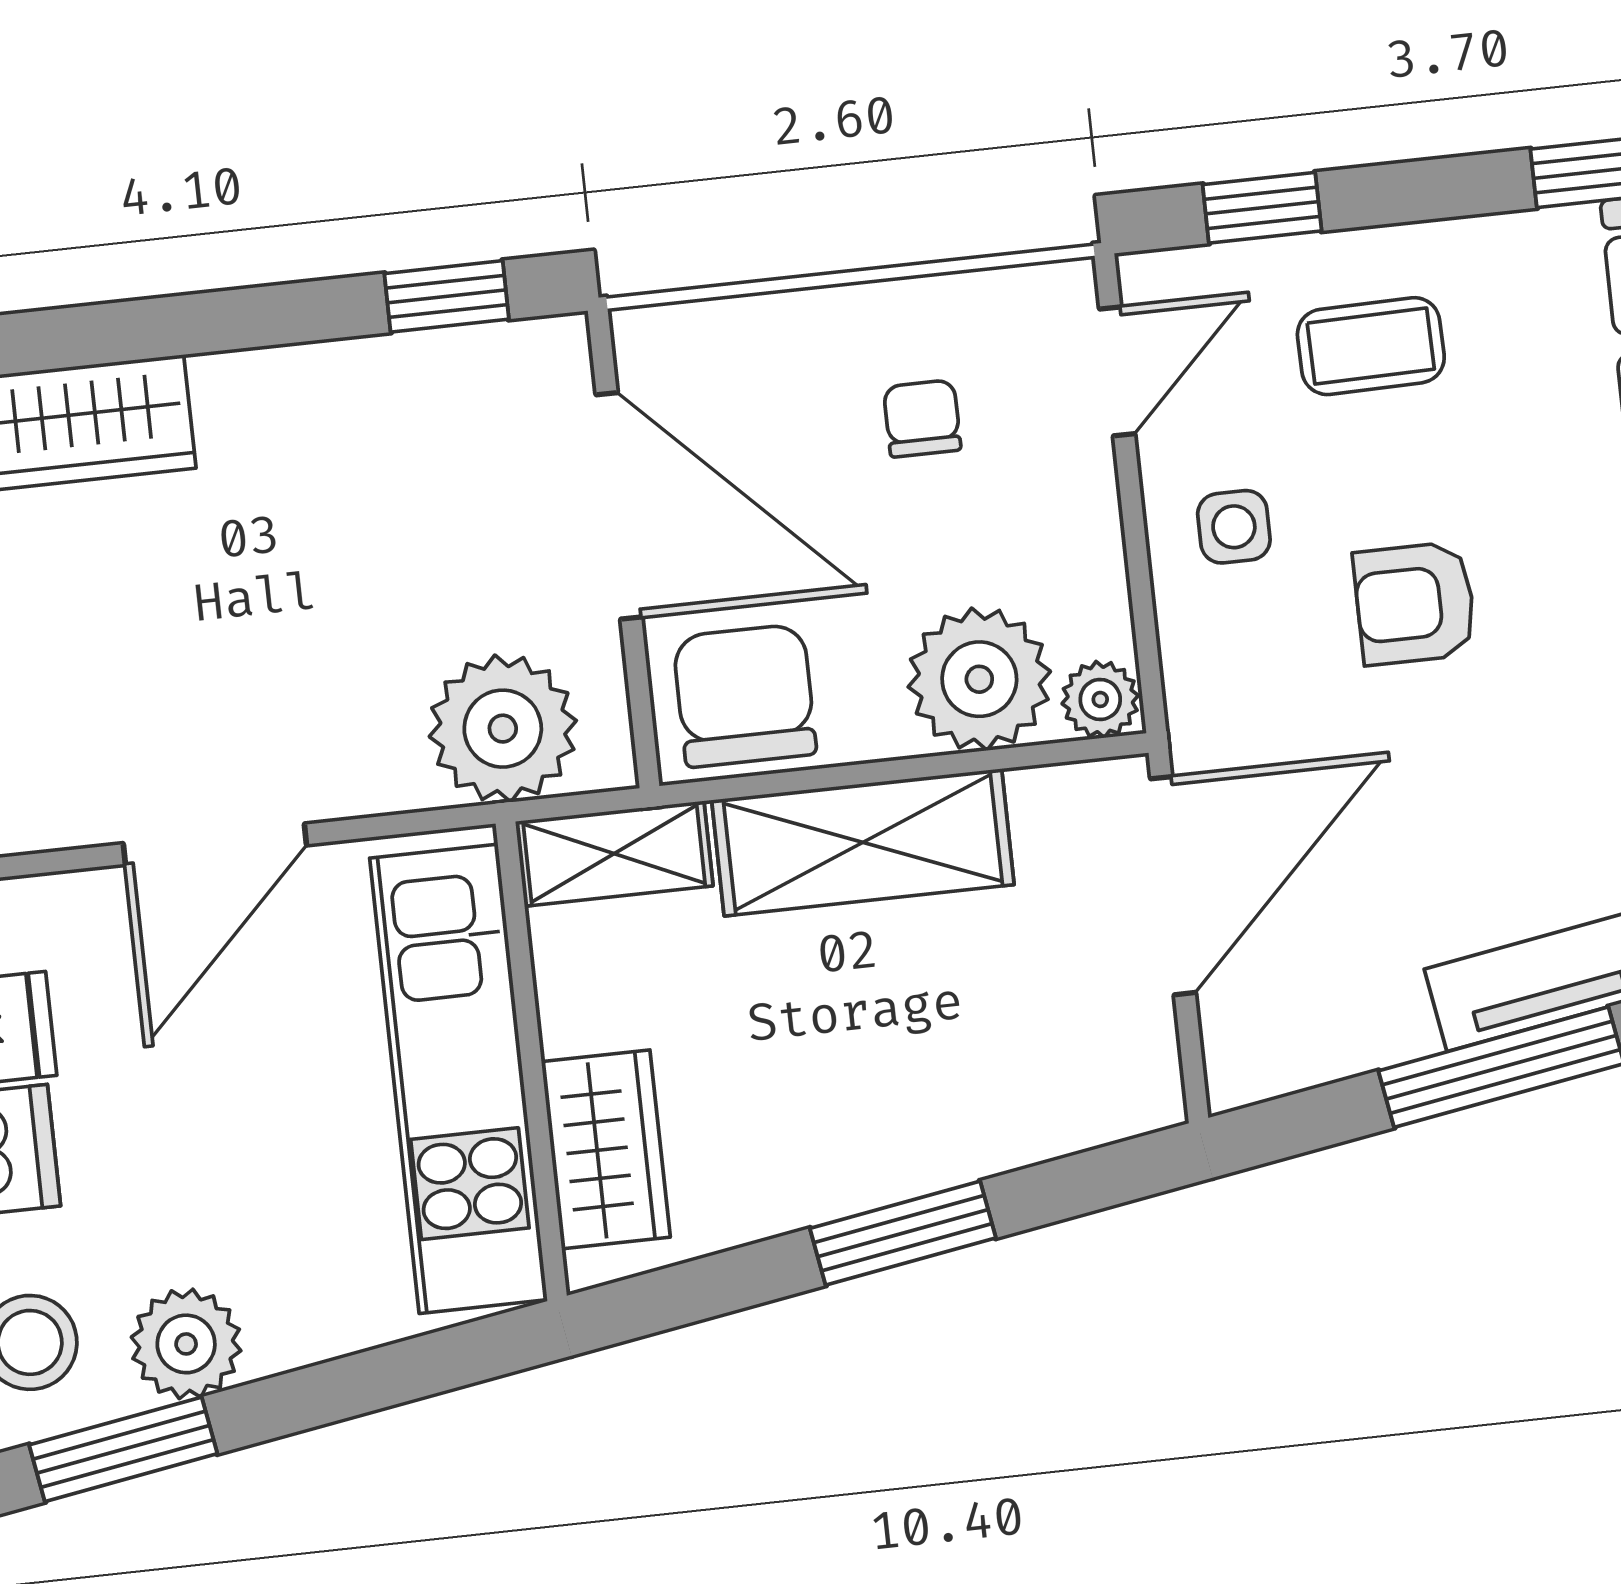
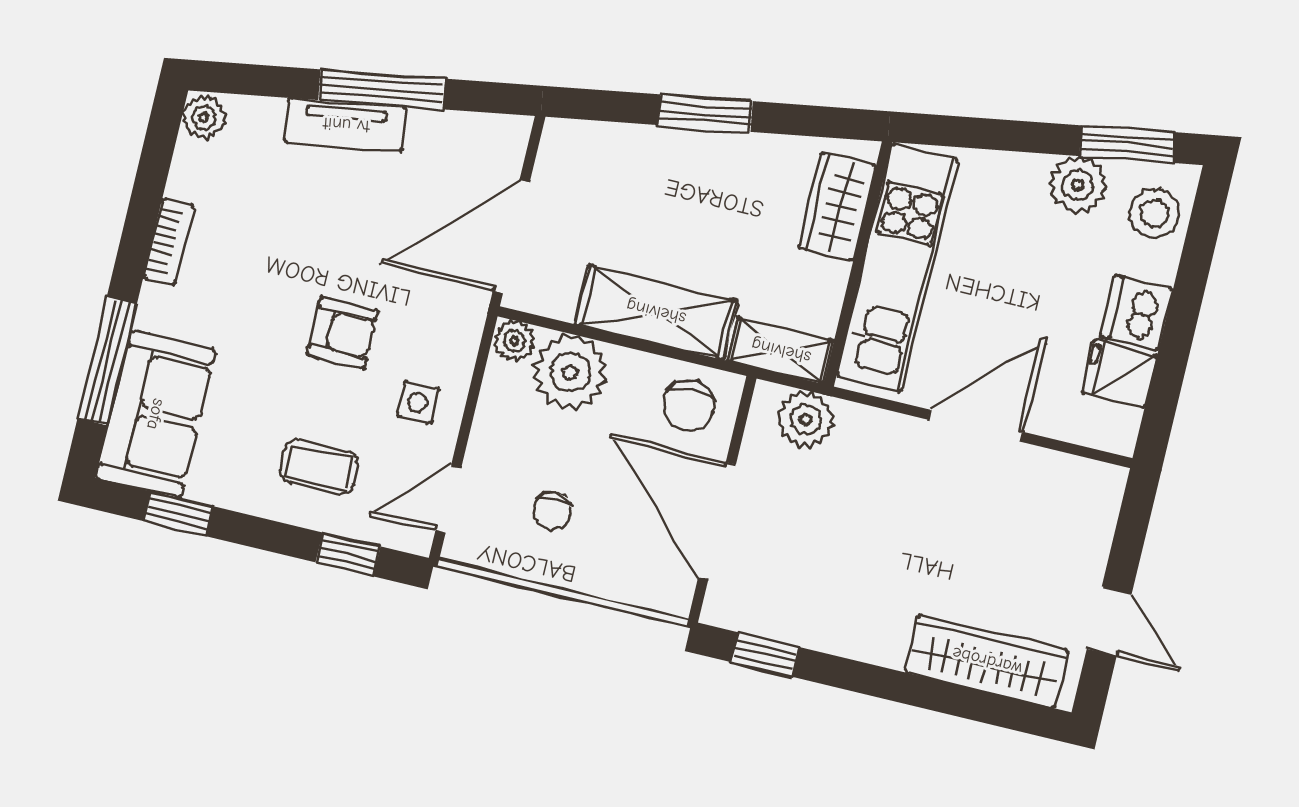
chair: (745, 696) -> (689, 406), width x0.73, depth x0.73
plant: (503, 729) -> (806, 419), width x0.73, depth x0.73

